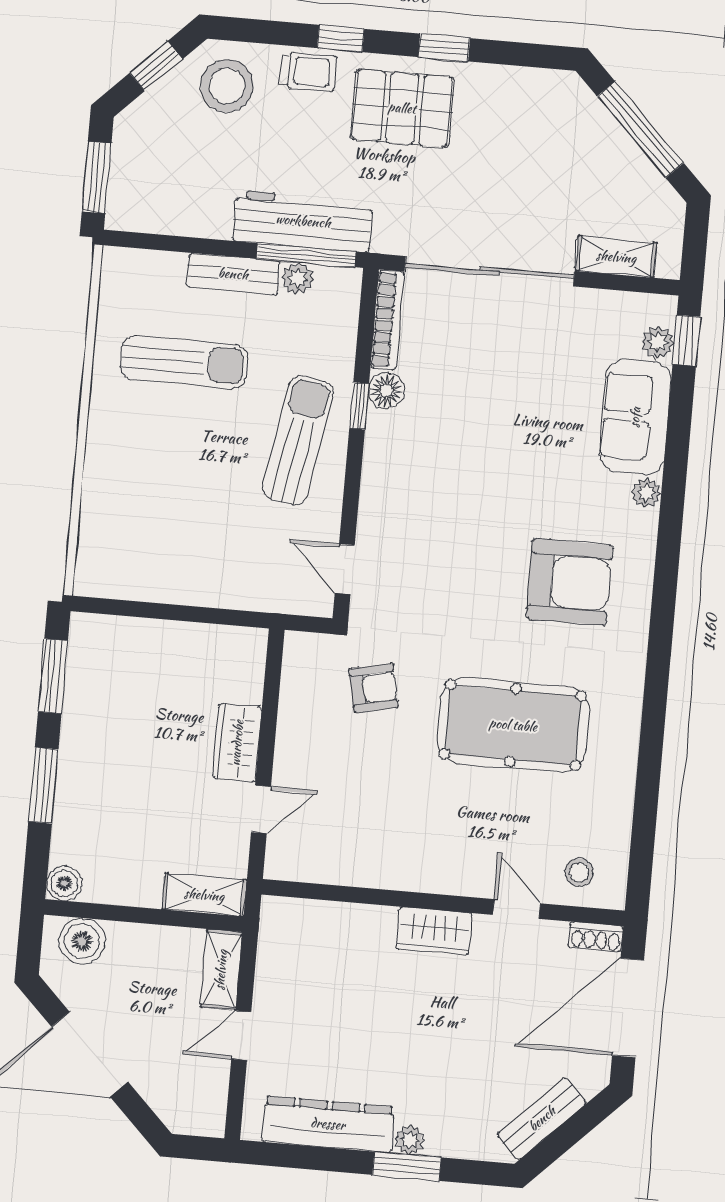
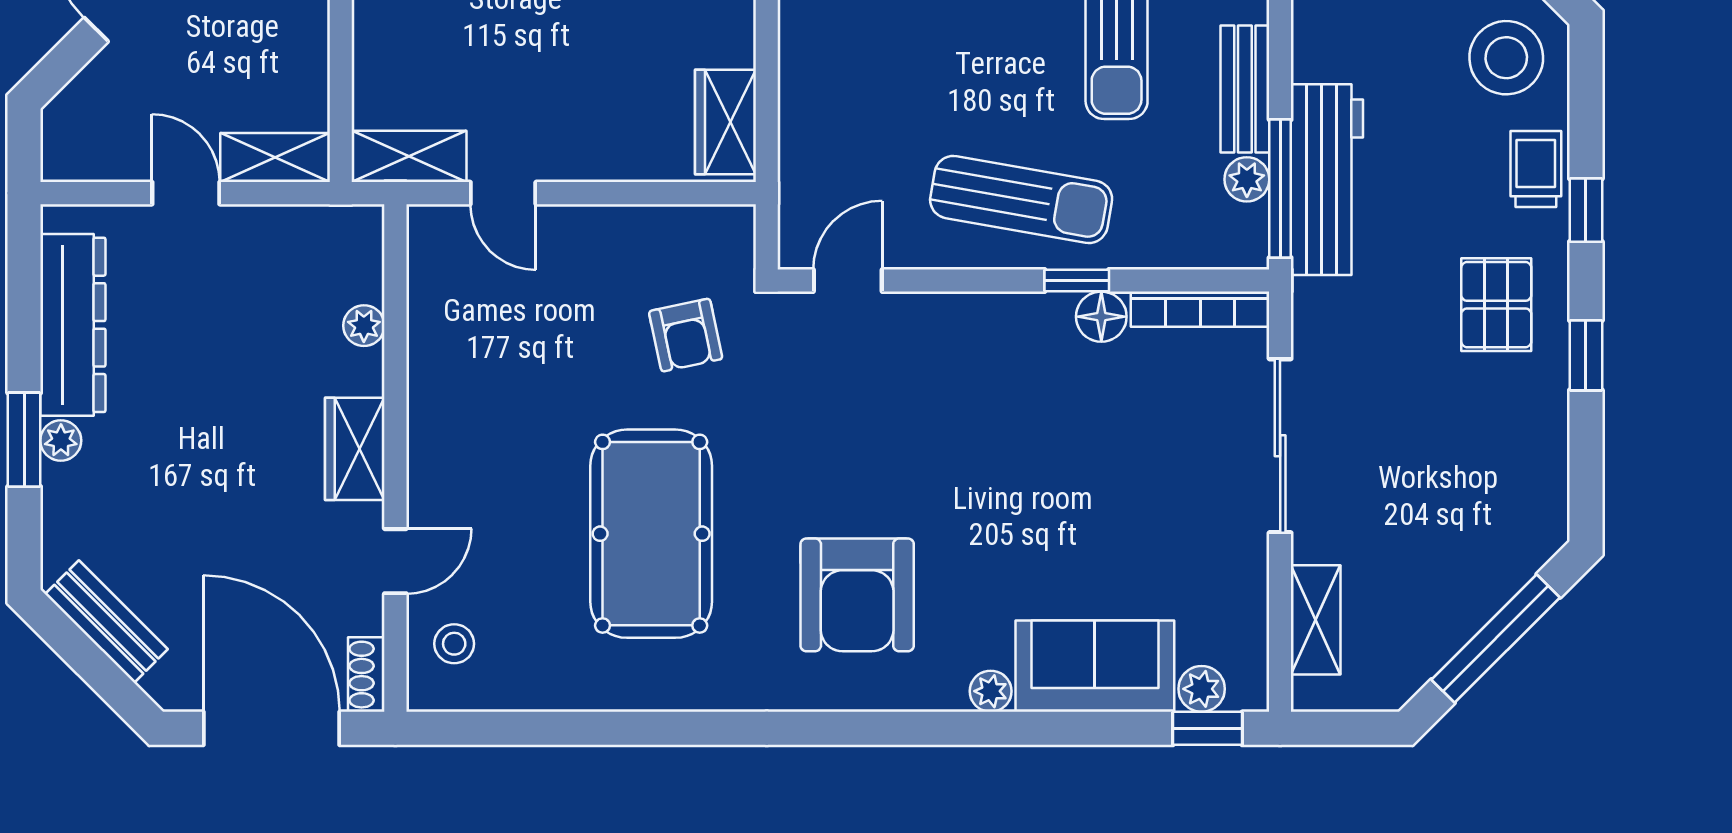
trolley: (308, 72) -> (1536, 169), turned 180
pallet: (402, 108) -> (1496, 305), width x0.67, depth x0.71
sliding door: (490, 271) -> (1280, 446), width x0.73
wardrobe: (237, 743) -> (725, 122), moved, turned -90
shelving: (204, 895) -> (409, 156), moved, turned 90
plant: (347, 917) -> (364, 326), added

